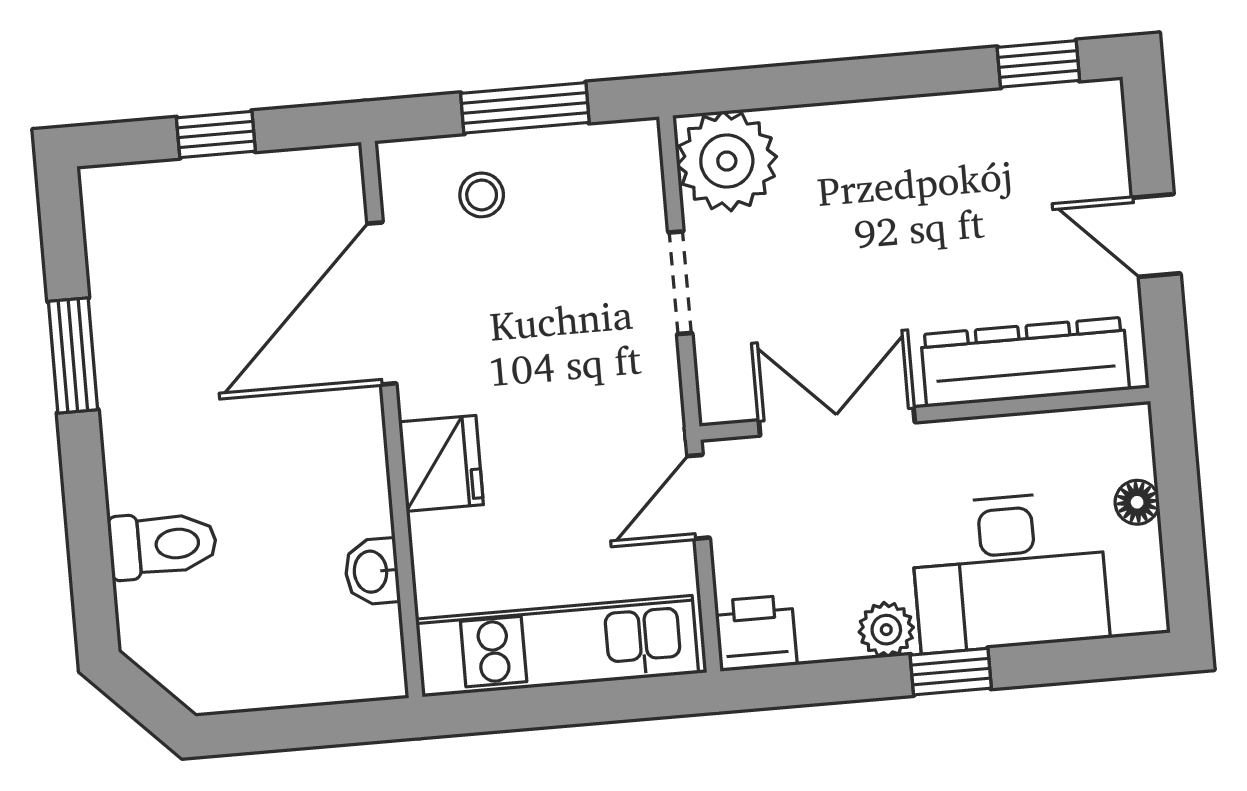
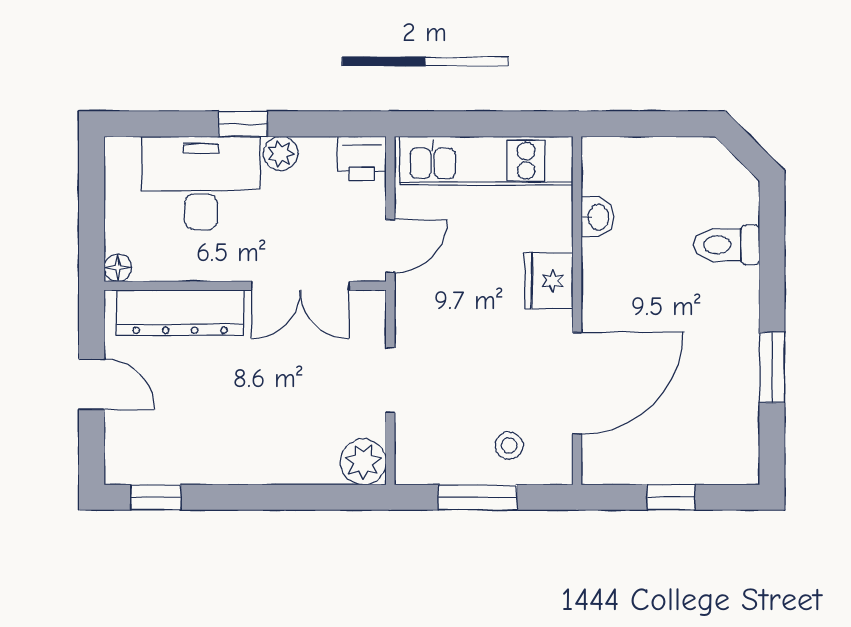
plant: (727, 161) -> (363, 462), width x0.73, depth x0.73
floor lamp: (1137, 502) -> (118, 268), moved

